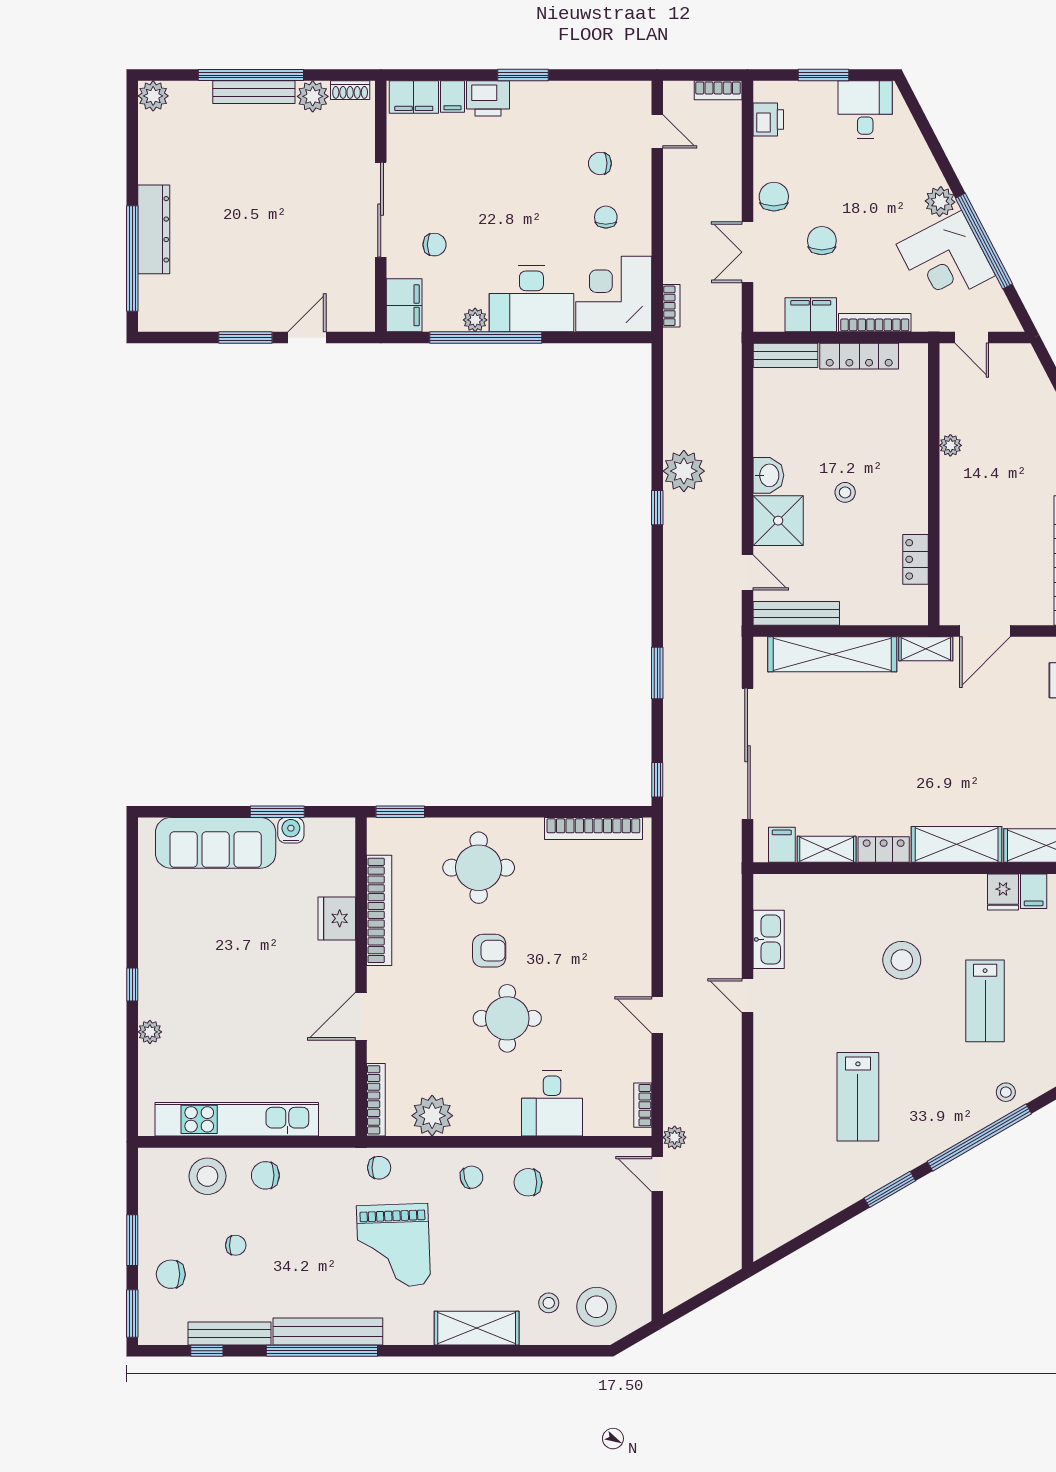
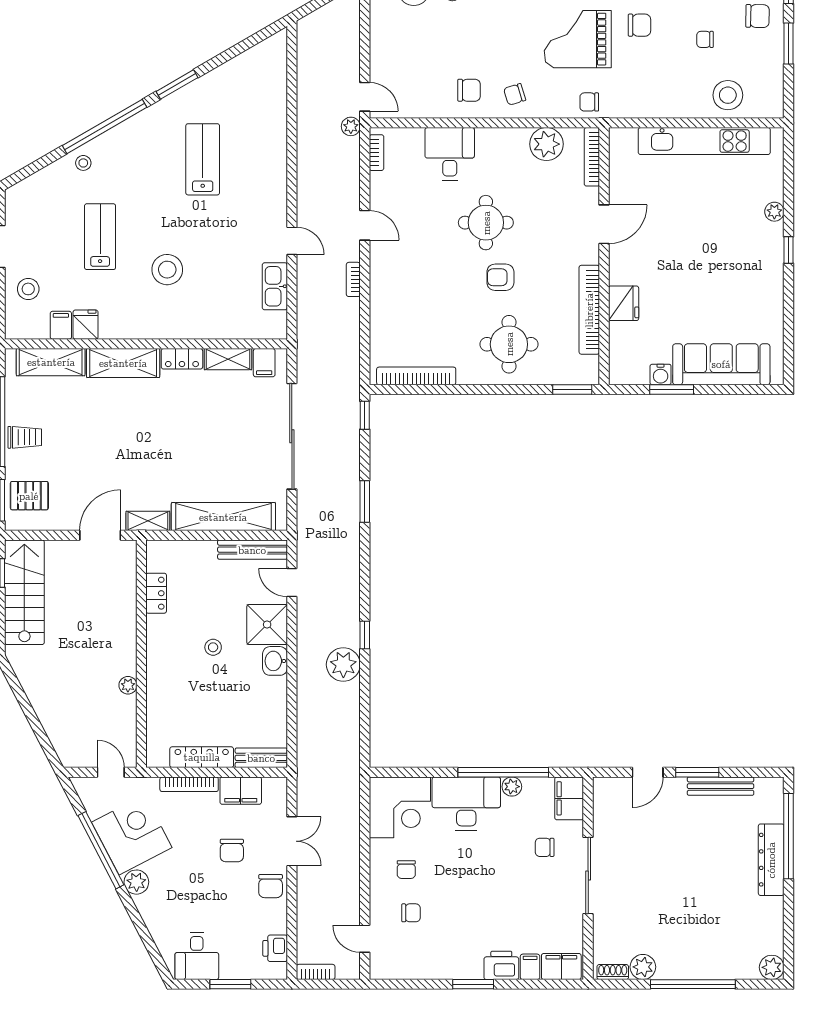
bench: (254, 92) -> (721, 786), moved
bookcase: (671, 306) -> (353, 279), moved
chair: (265, 1175) -> (639, 25), moved
grand piano: (393, 1246) -> (578, 39), turned -88

